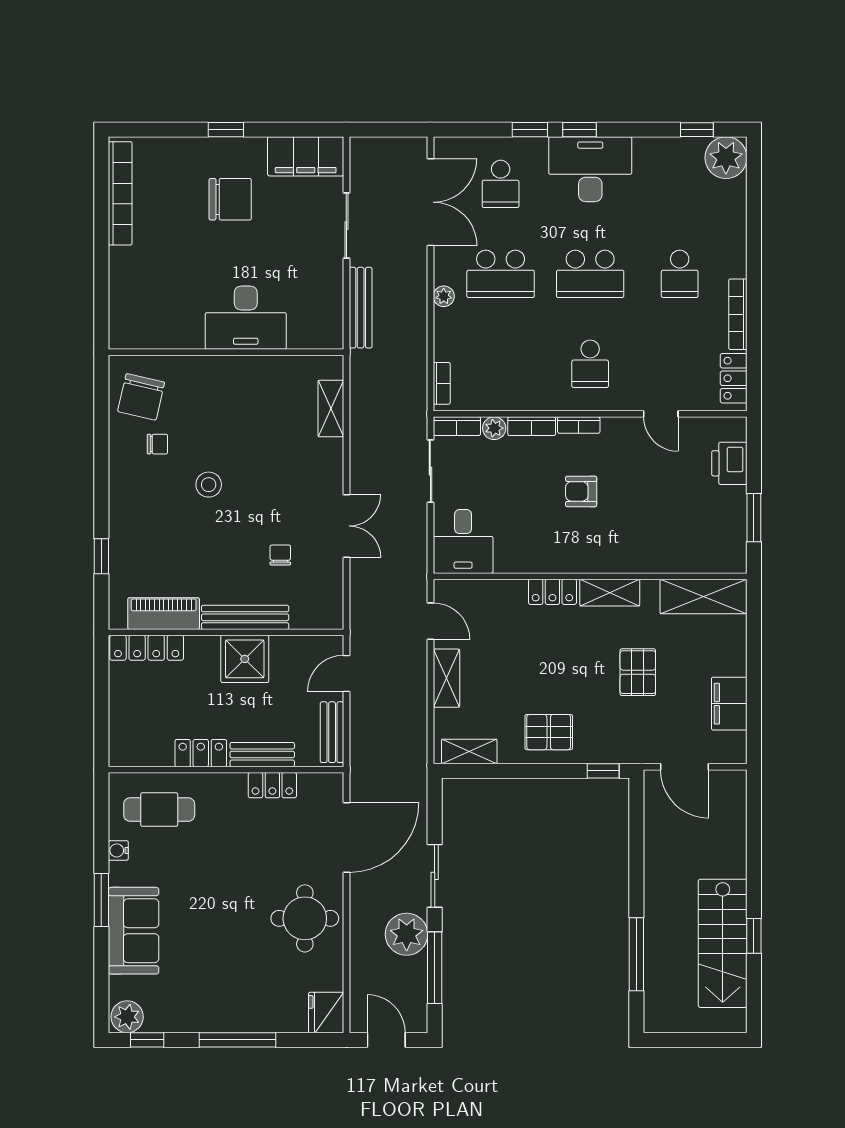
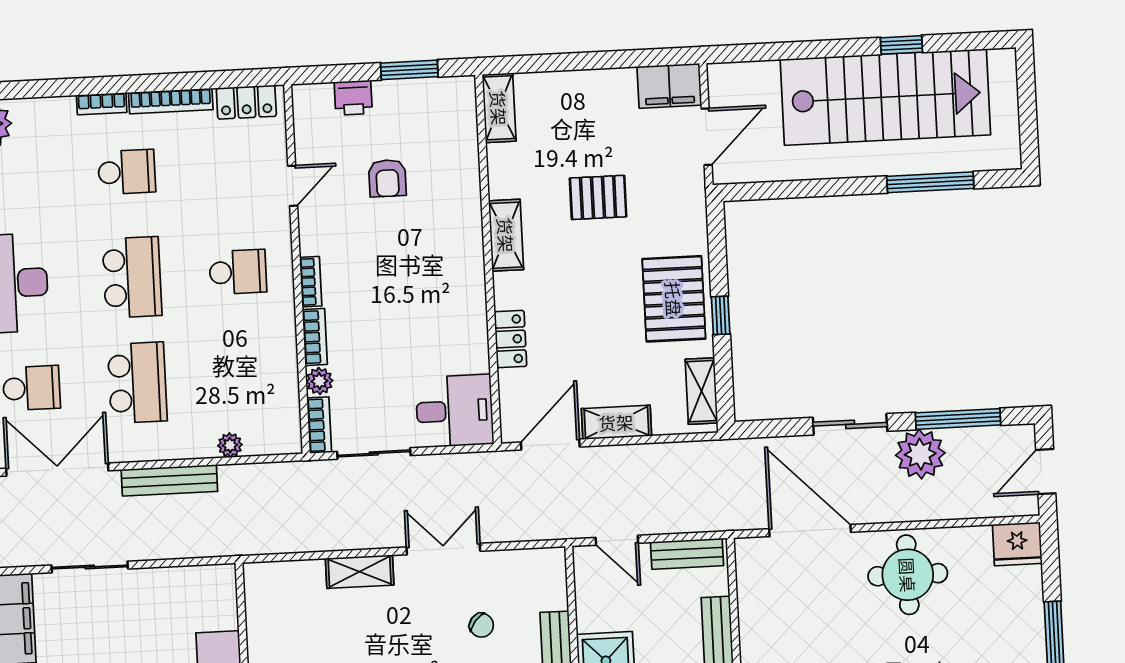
plant: (444, 296) -> (230, 445), moved
bench: (361, 308) -> (169, 480), moved
bookcase: (442, 383) -> (102, 104), moved, turned 180
shelving: (331, 409) -> (360, 572), moved
printer: (729, 463) -> (353, 98), width x0.73, depth x0.81
armchair: (581, 491) -> (387, 178), moved
chair: (280, 555) -> (481, 625), turned -141
locker: (552, 592) -> (510, 339), moved
shelving: (704, 596) -> (499, 108), width x0.67, depth x0.75
door: (430, 621) -> (550, 445), width x1.38
filing cabinet: (729, 704) -> (669, 86), moved
pallet: (549, 732) -> (674, 299), width x1.50, depth x1.42
window: (603, 771) -> (721, 315), moved
locker: (272, 785) -> (753, 621), removed
stairs: (723, 943) -> (885, 97), width x1.36, depth x1.51

